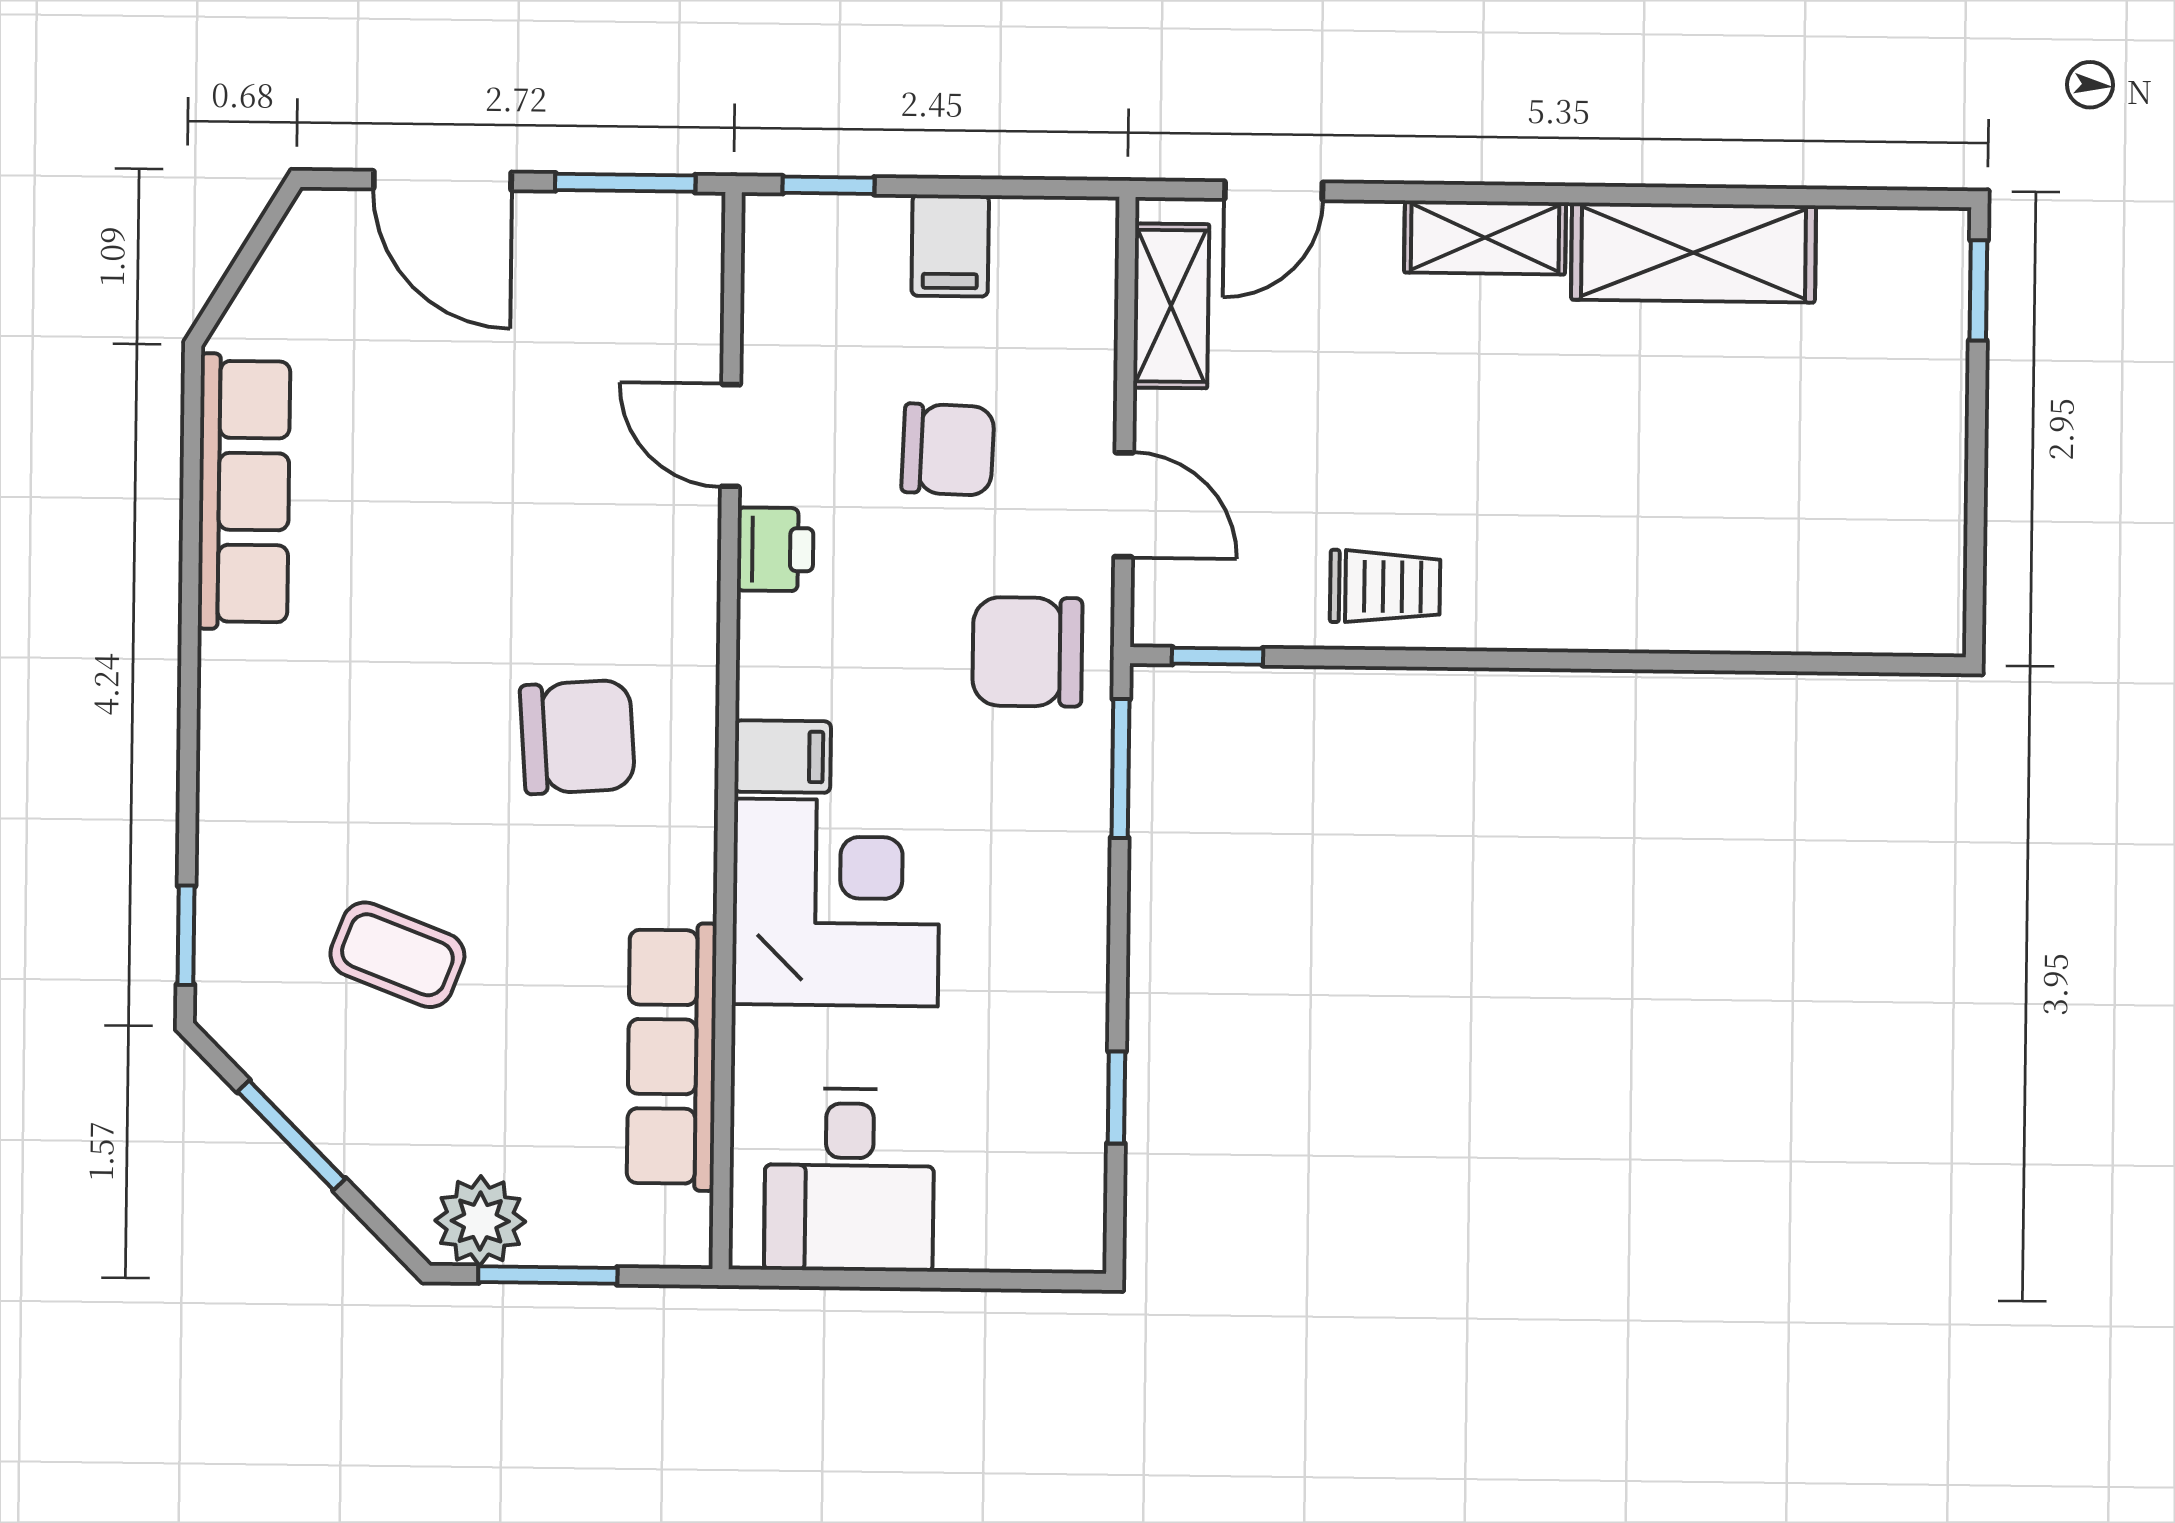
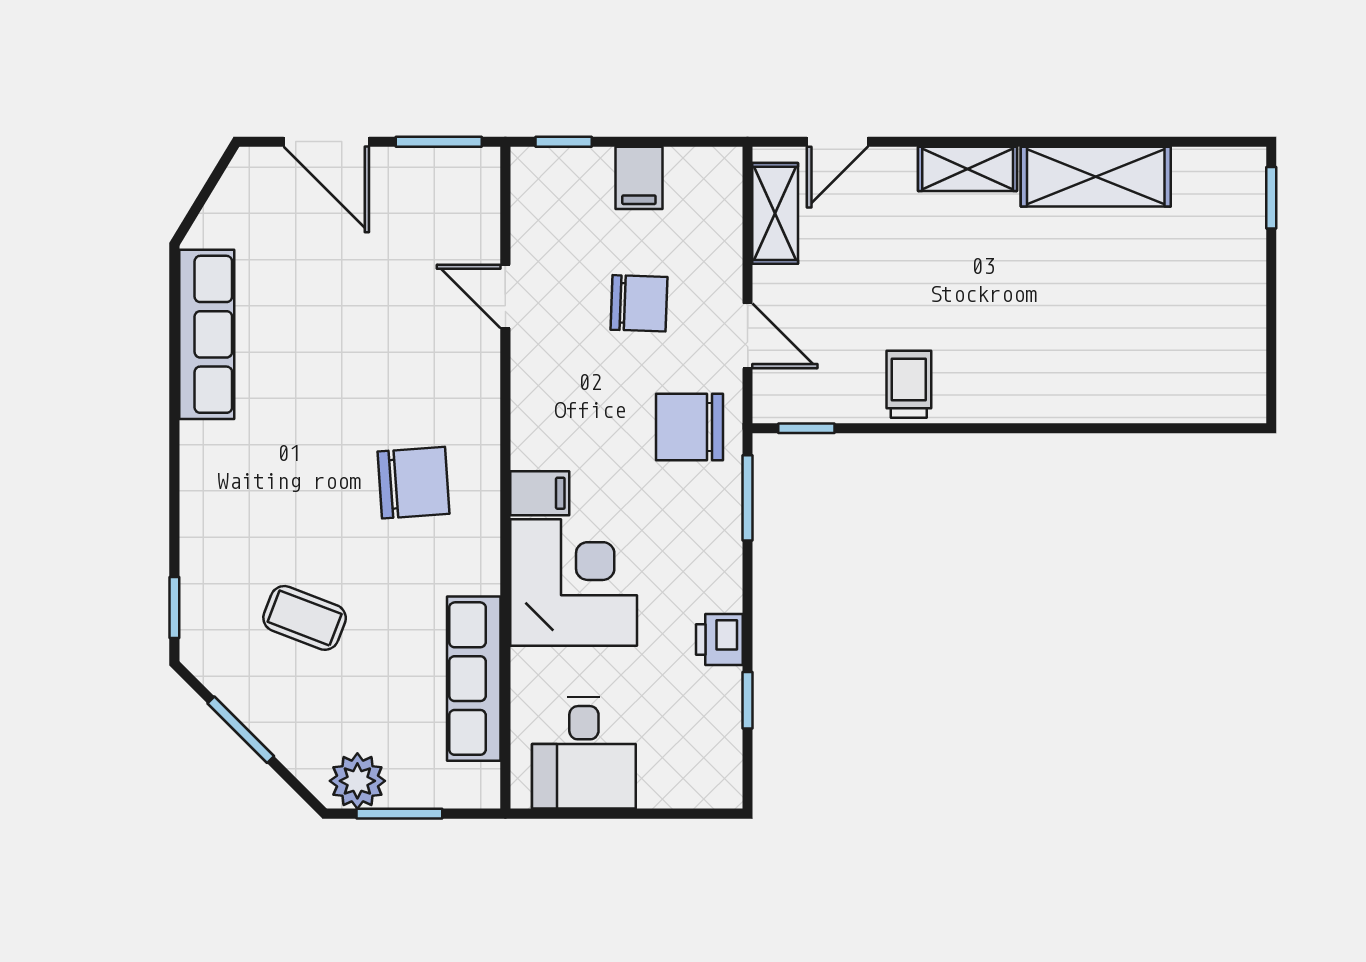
printer: (775, 549) -> (719, 639), moved, turned 180
trolley: (1385, 587) -> (909, 384), turned -90

